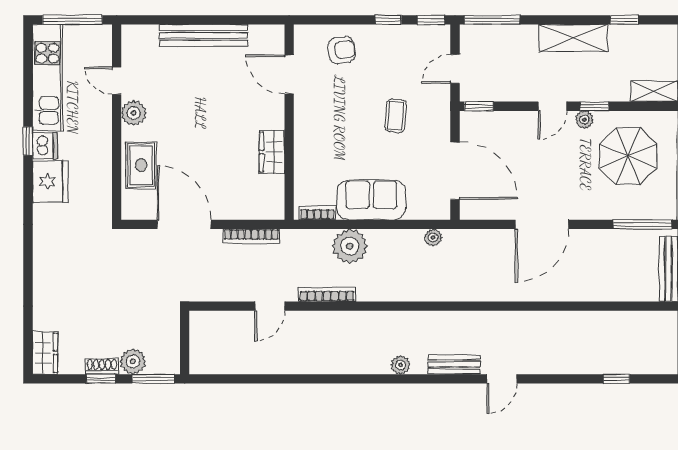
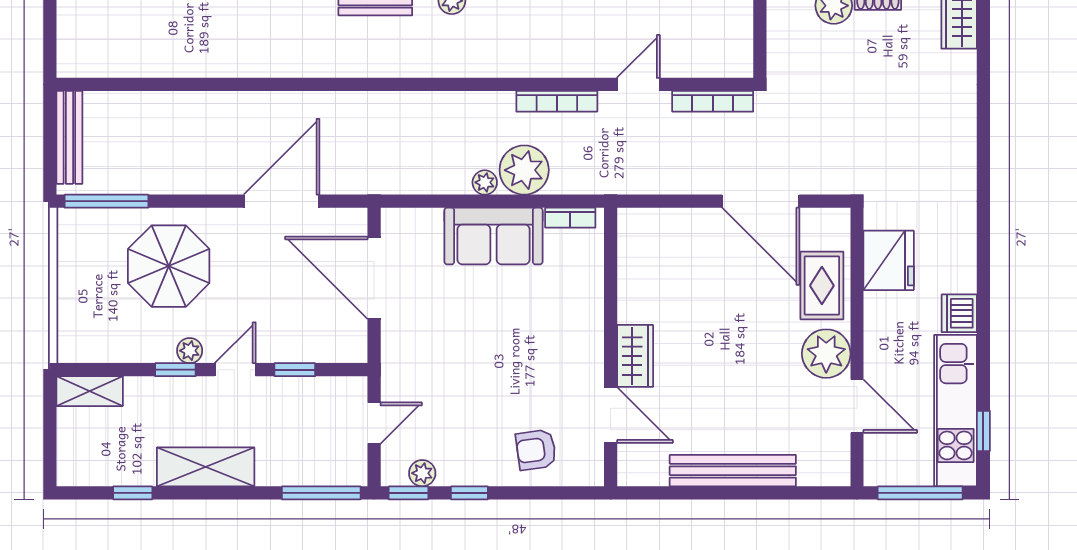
plant: (421, 34) -> (422, 473), added
door: (117, 81) -> (857, 406), width x1.38
window: (479, 106) -> (295, 370), moved
plant: (134, 113) -> (826, 354), width x1.36, depth x1.36
coffee table: (396, 116) -> (459, 356), removed
window: (28, 141) -> (983, 431), moved
wardrobe: (272, 152) -> (635, 356), moved
parasol: (628, 156) -> (169, 266), moved
fridge: (50, 182) -> (889, 260), moved, turned 180
door: (542, 224) -> (282, 201), moved
bookcase: (251, 236) -> (713, 101), moved, turned 180
plant: (433, 237) -> (485, 182), moved

